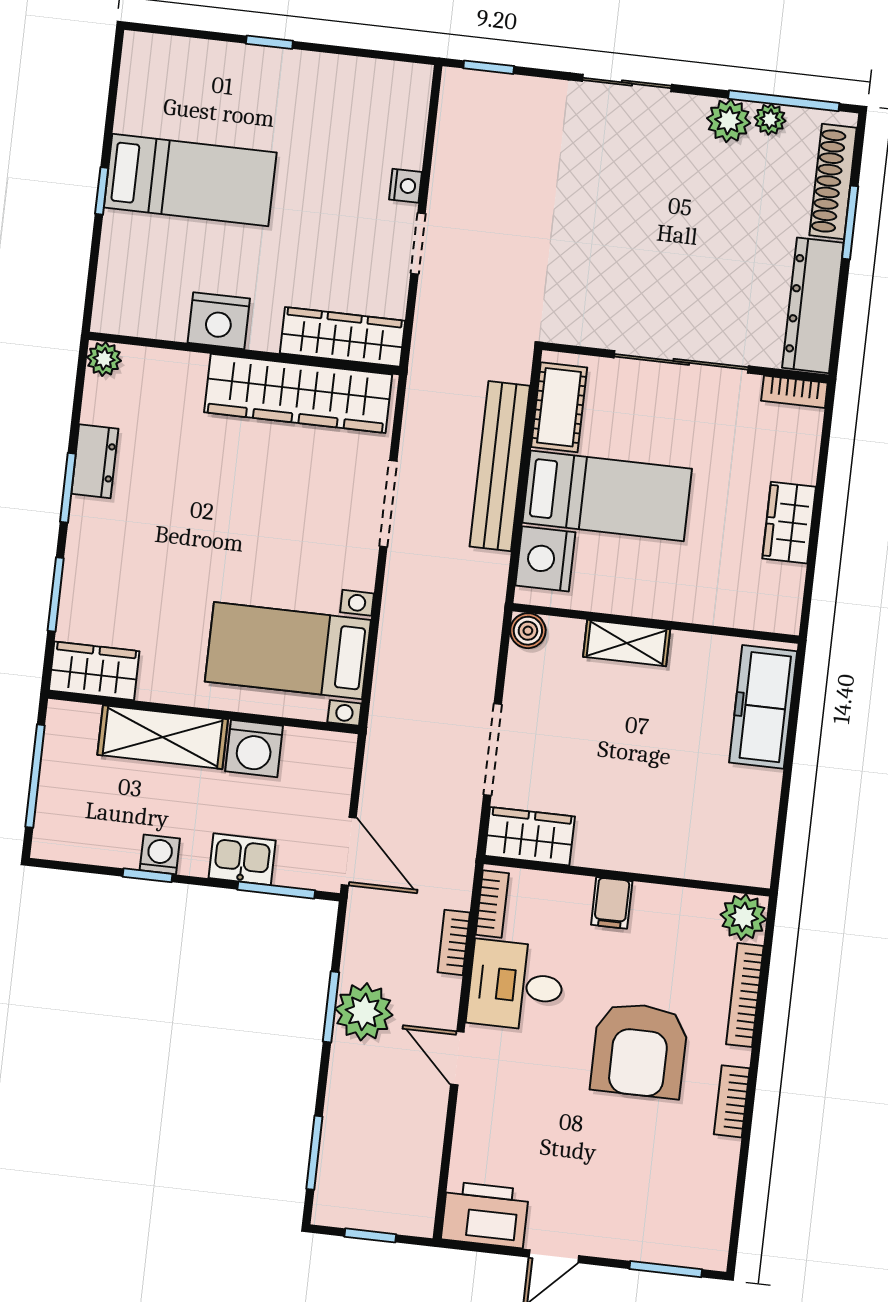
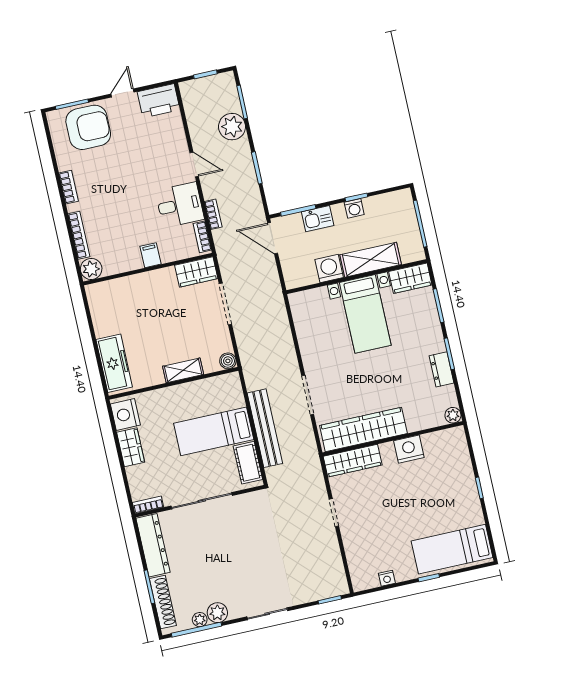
bed: (190, 180) -> (452, 549), moved
nightstand: (406, 186) -> (387, 578), moved, turned -90
nightstand: (545, 559) -> (125, 414), moved, turned 180
bed with nightstands: (288, 651) -> (365, 314), moved, turned 90
plant: (364, 1012) -> (232, 127), moved
armchair: (639, 1050) -> (88, 127), moved, turned 90

